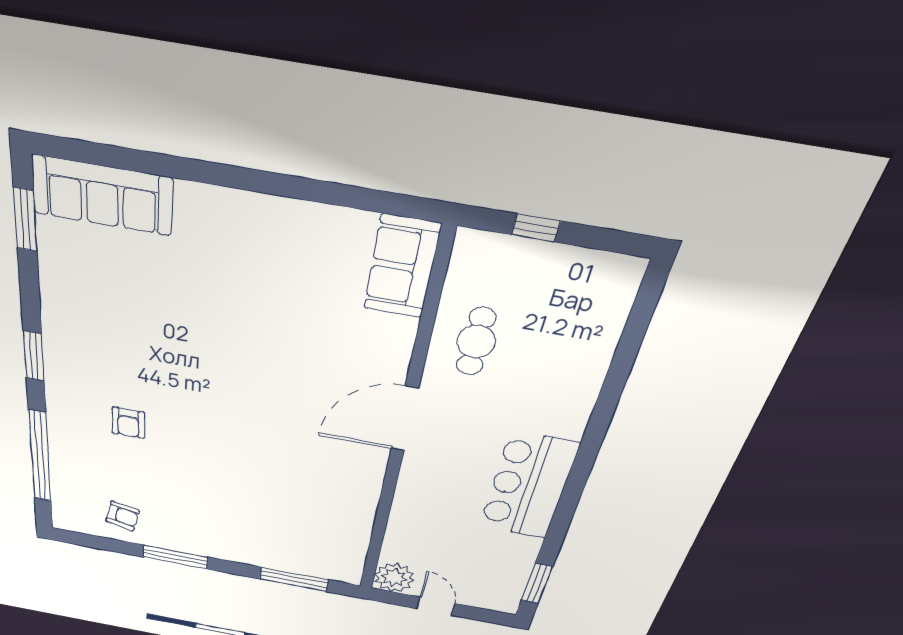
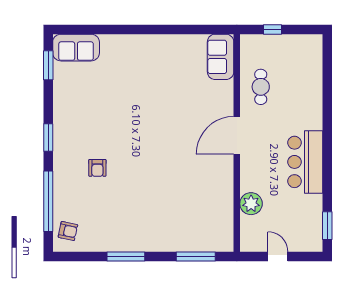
sofa: (102, 195) -> (76, 48), width x0.73
armchair: (123, 516) -> (68, 231), moved
plant: (394, 578) -> (251, 204), moved

